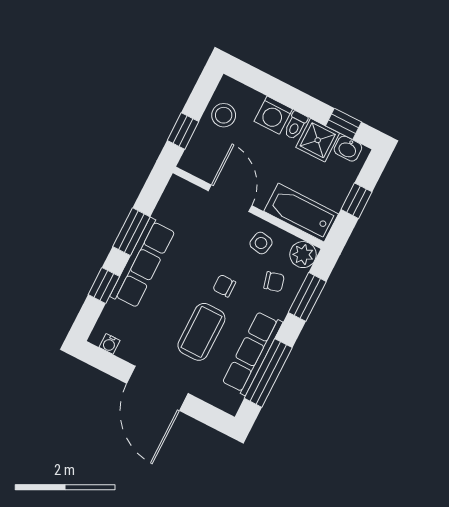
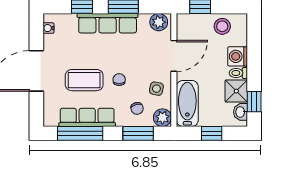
plant: (176, 196) -> (159, 22), added

